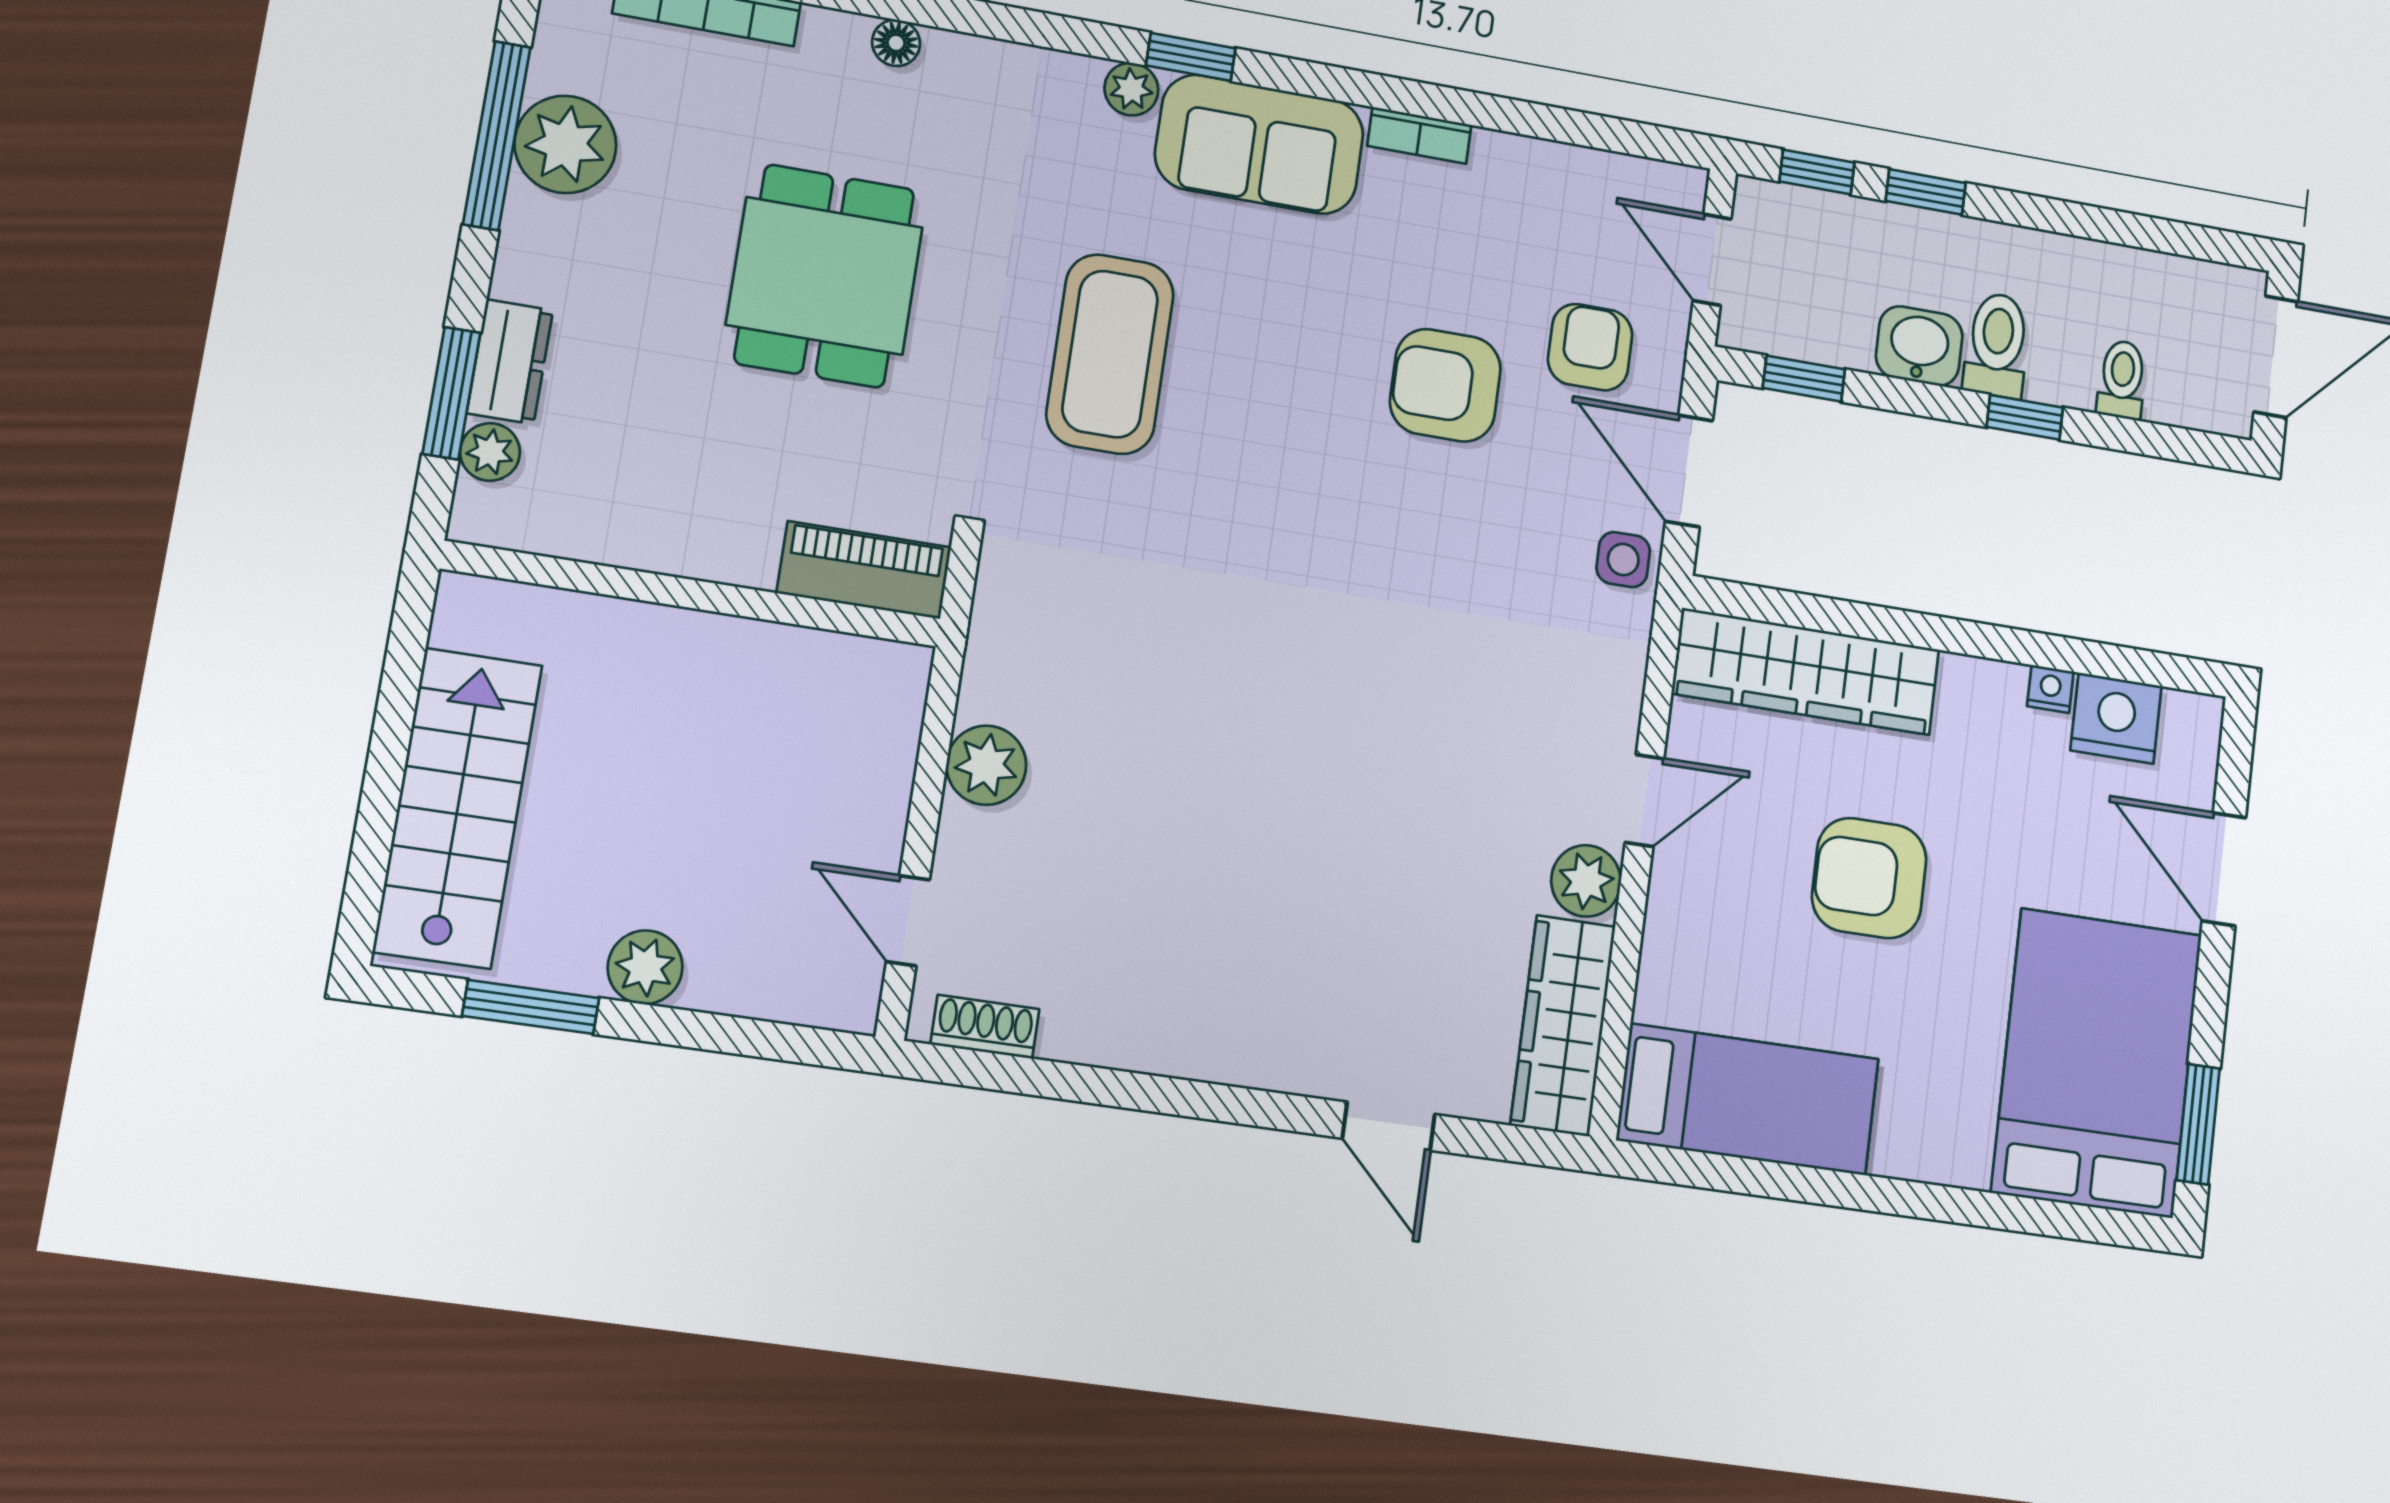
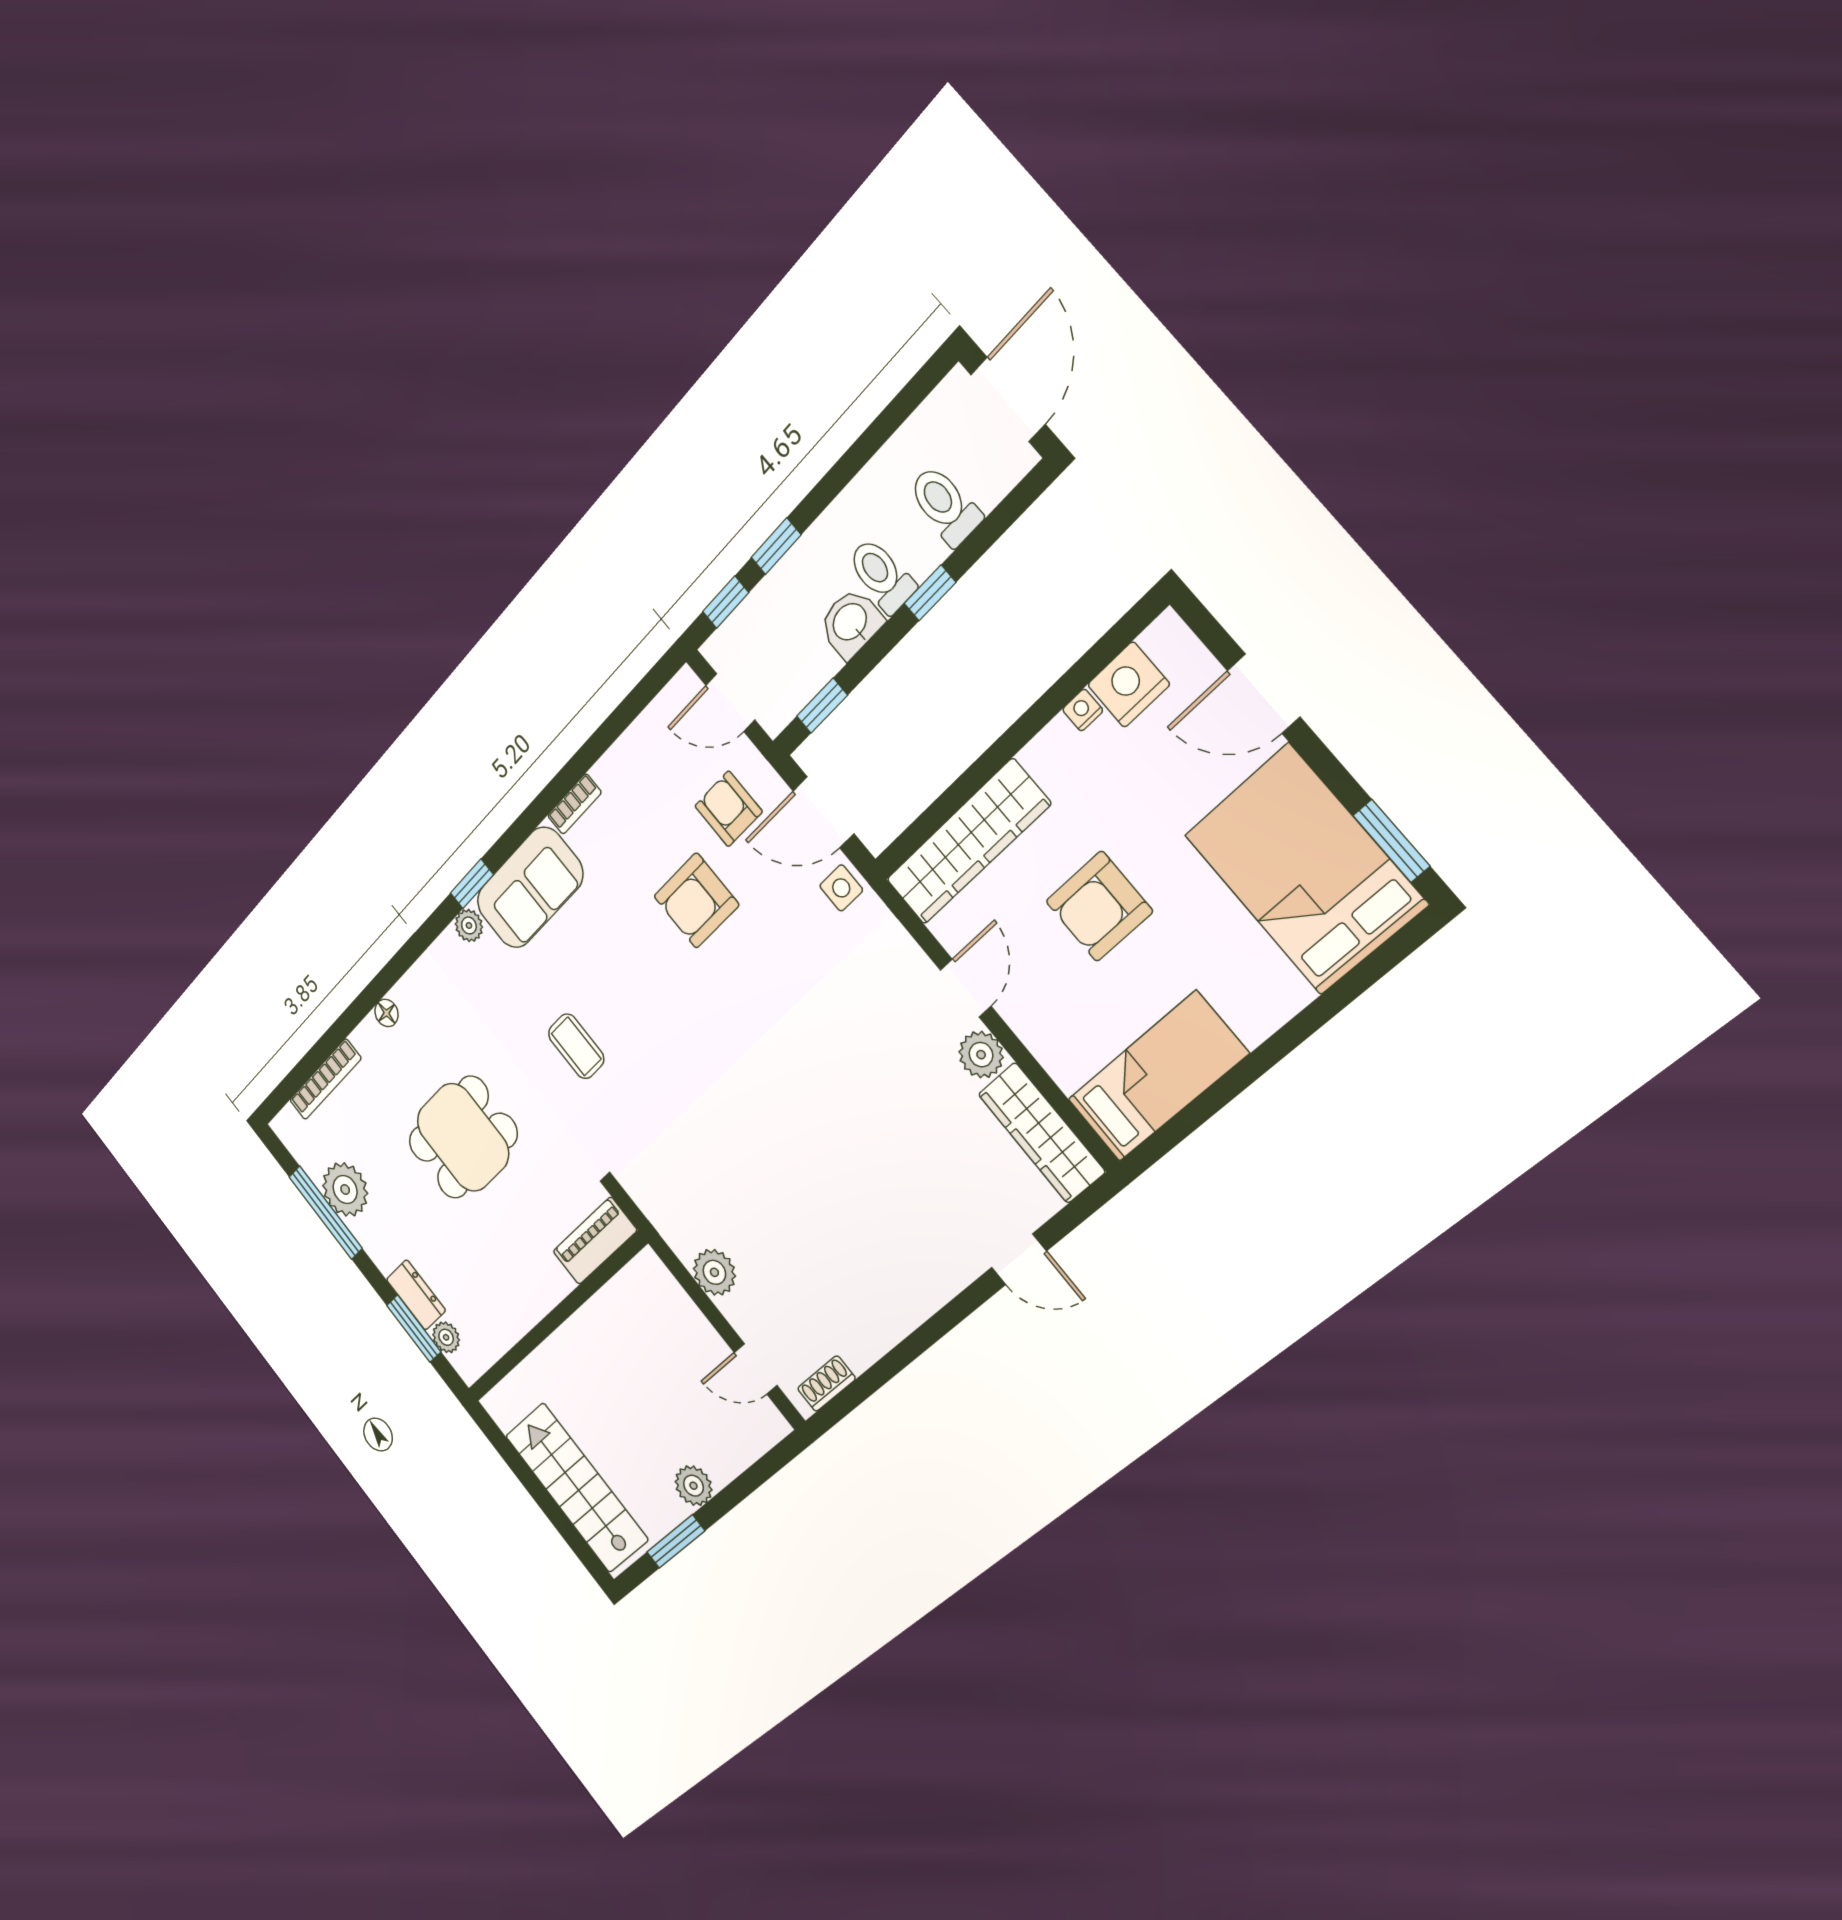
dining table: (824, 276) -> (463, 1137), turned 90
coffee table: (1110, 354) -> (576, 1046), width x0.54, depth x0.58
toilet: (2122, 380) -> (945, 505), width x1.37, depth x1.39

